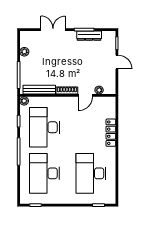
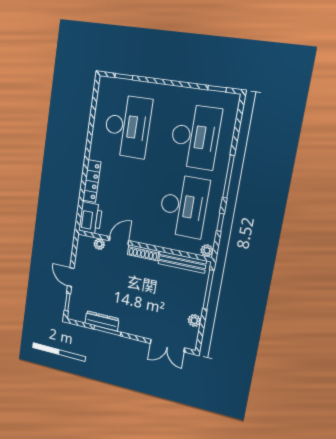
double door: (53, 30) -> (167, 346), moved
printer: (108, 107) -> (91, 218), added

